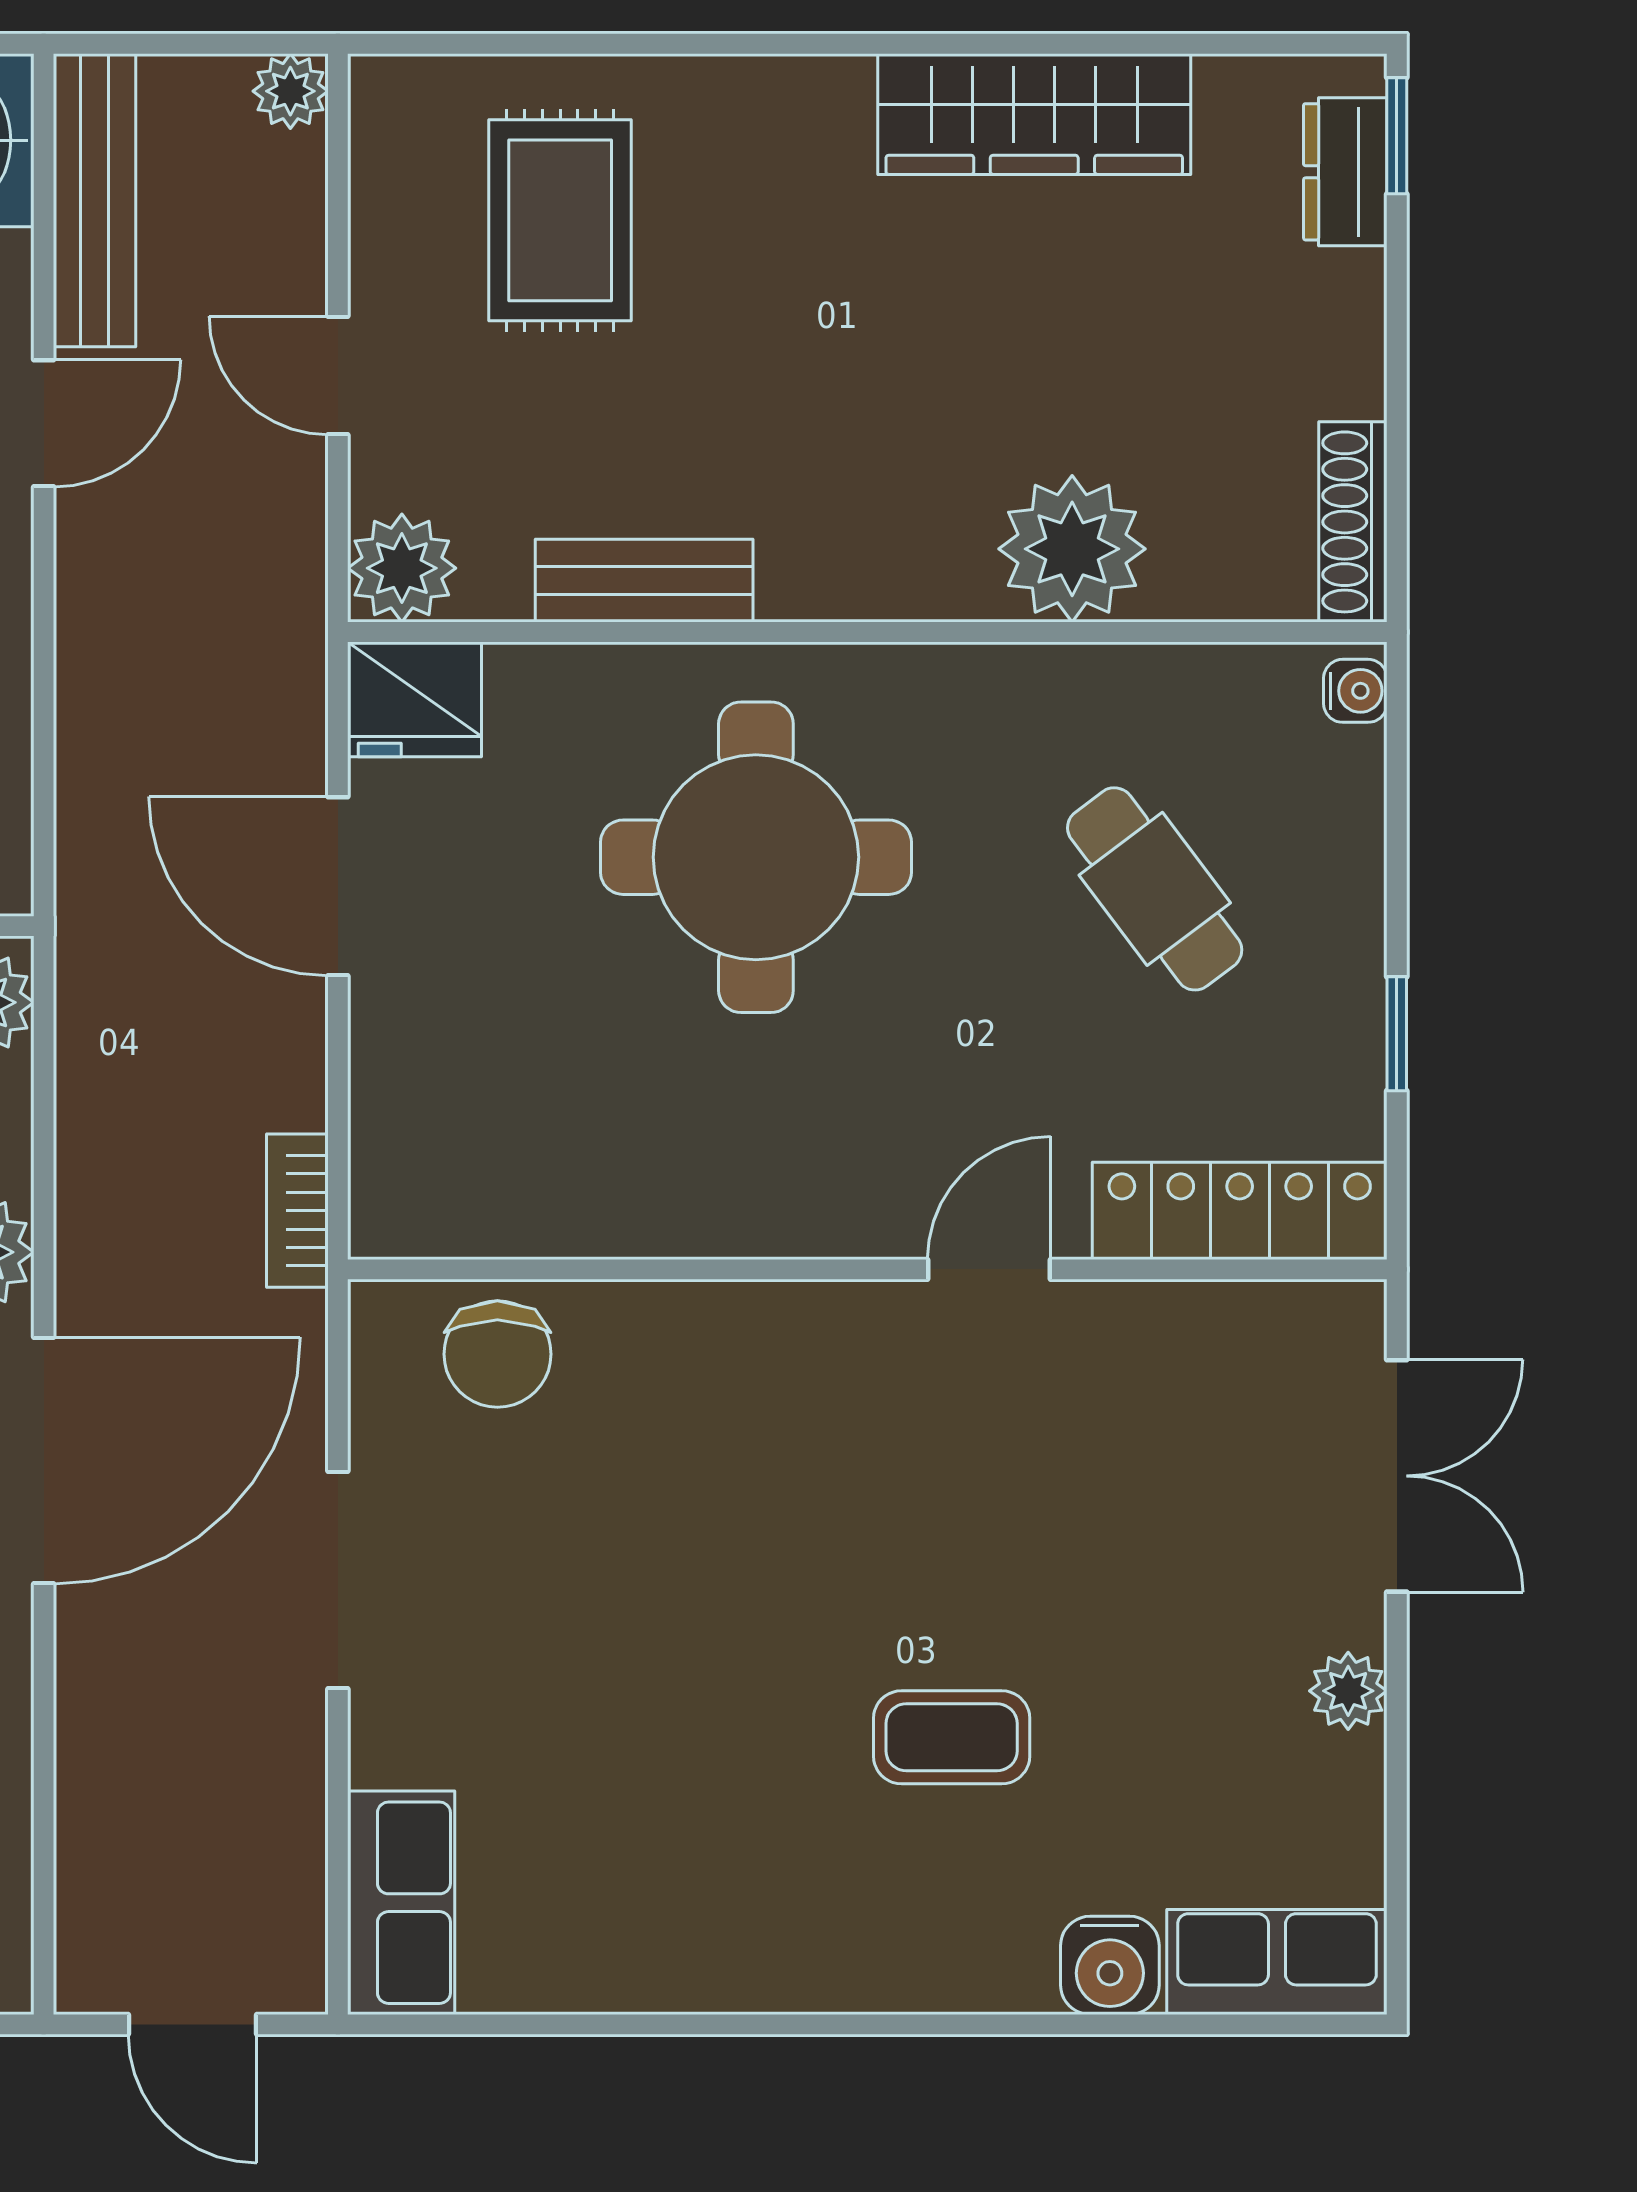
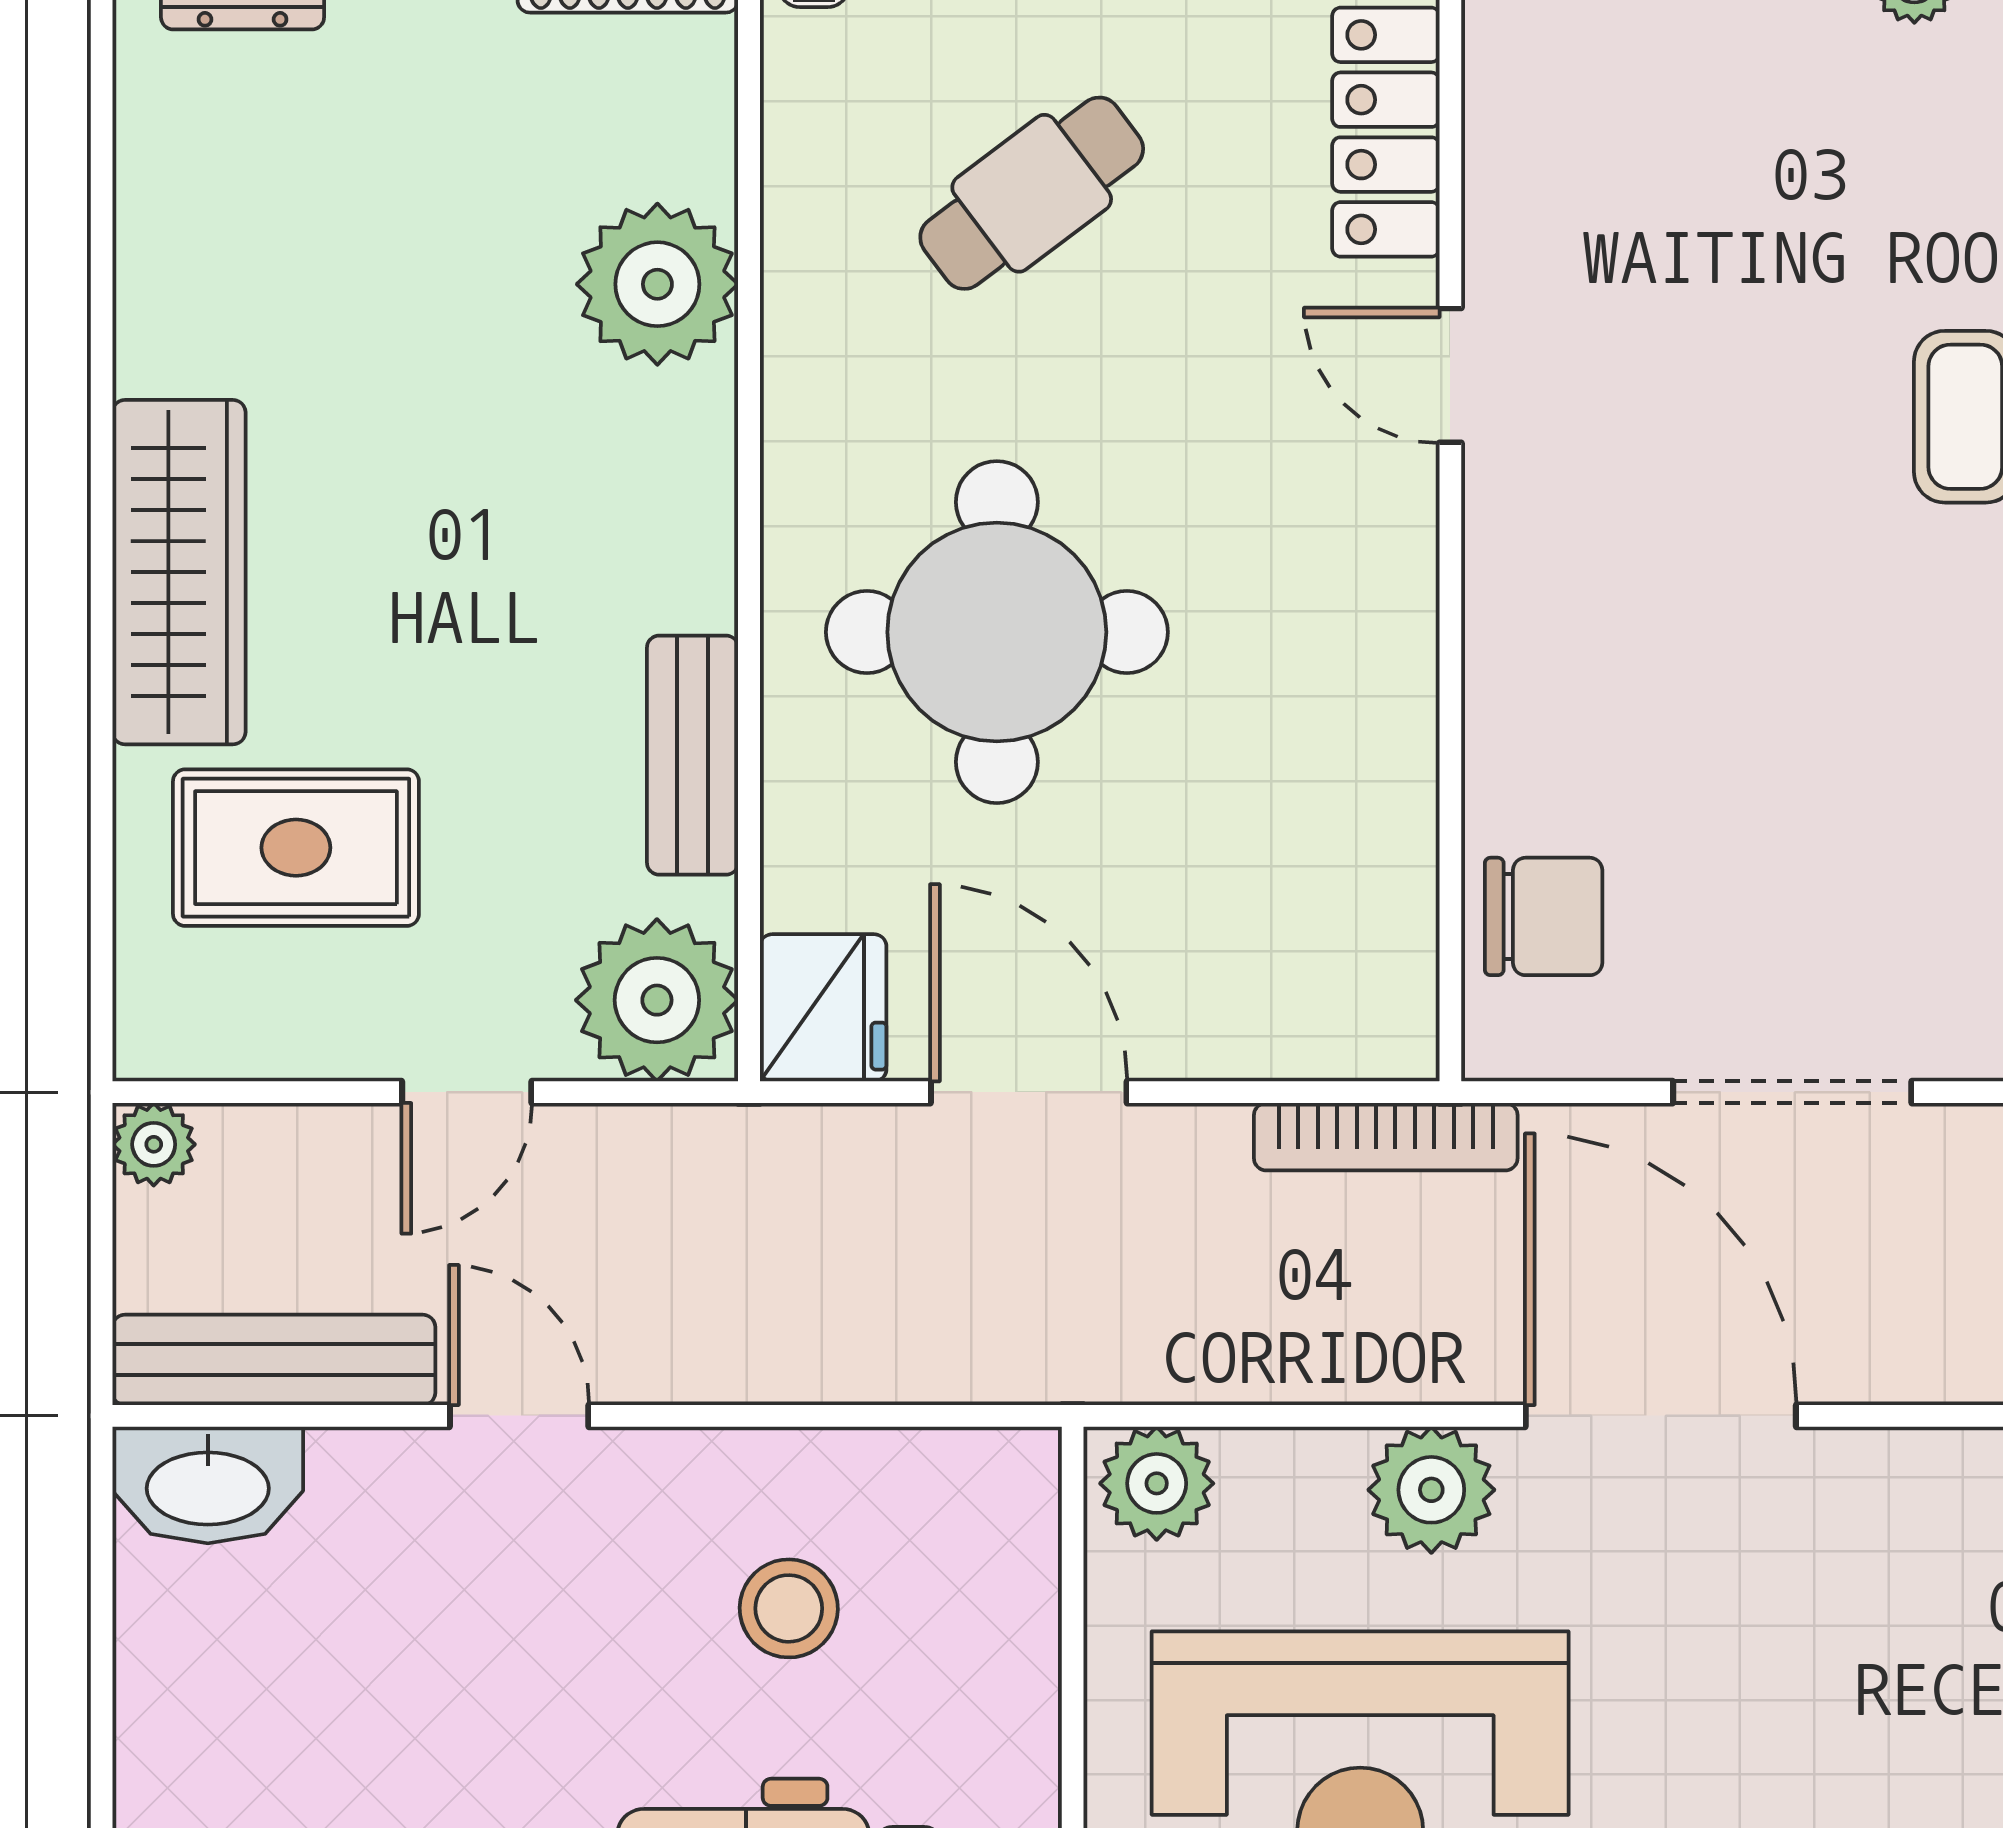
wardrobe: (1034, 114) -> (179, 572), moved
plant: (402, 568) -> (657, 1000), width x1.36, depth x1.36
door: (338, 886) -> (1029, 1092), swing flipped
bookcase: (297, 1211) -> (1386, 1137), width x1.56

